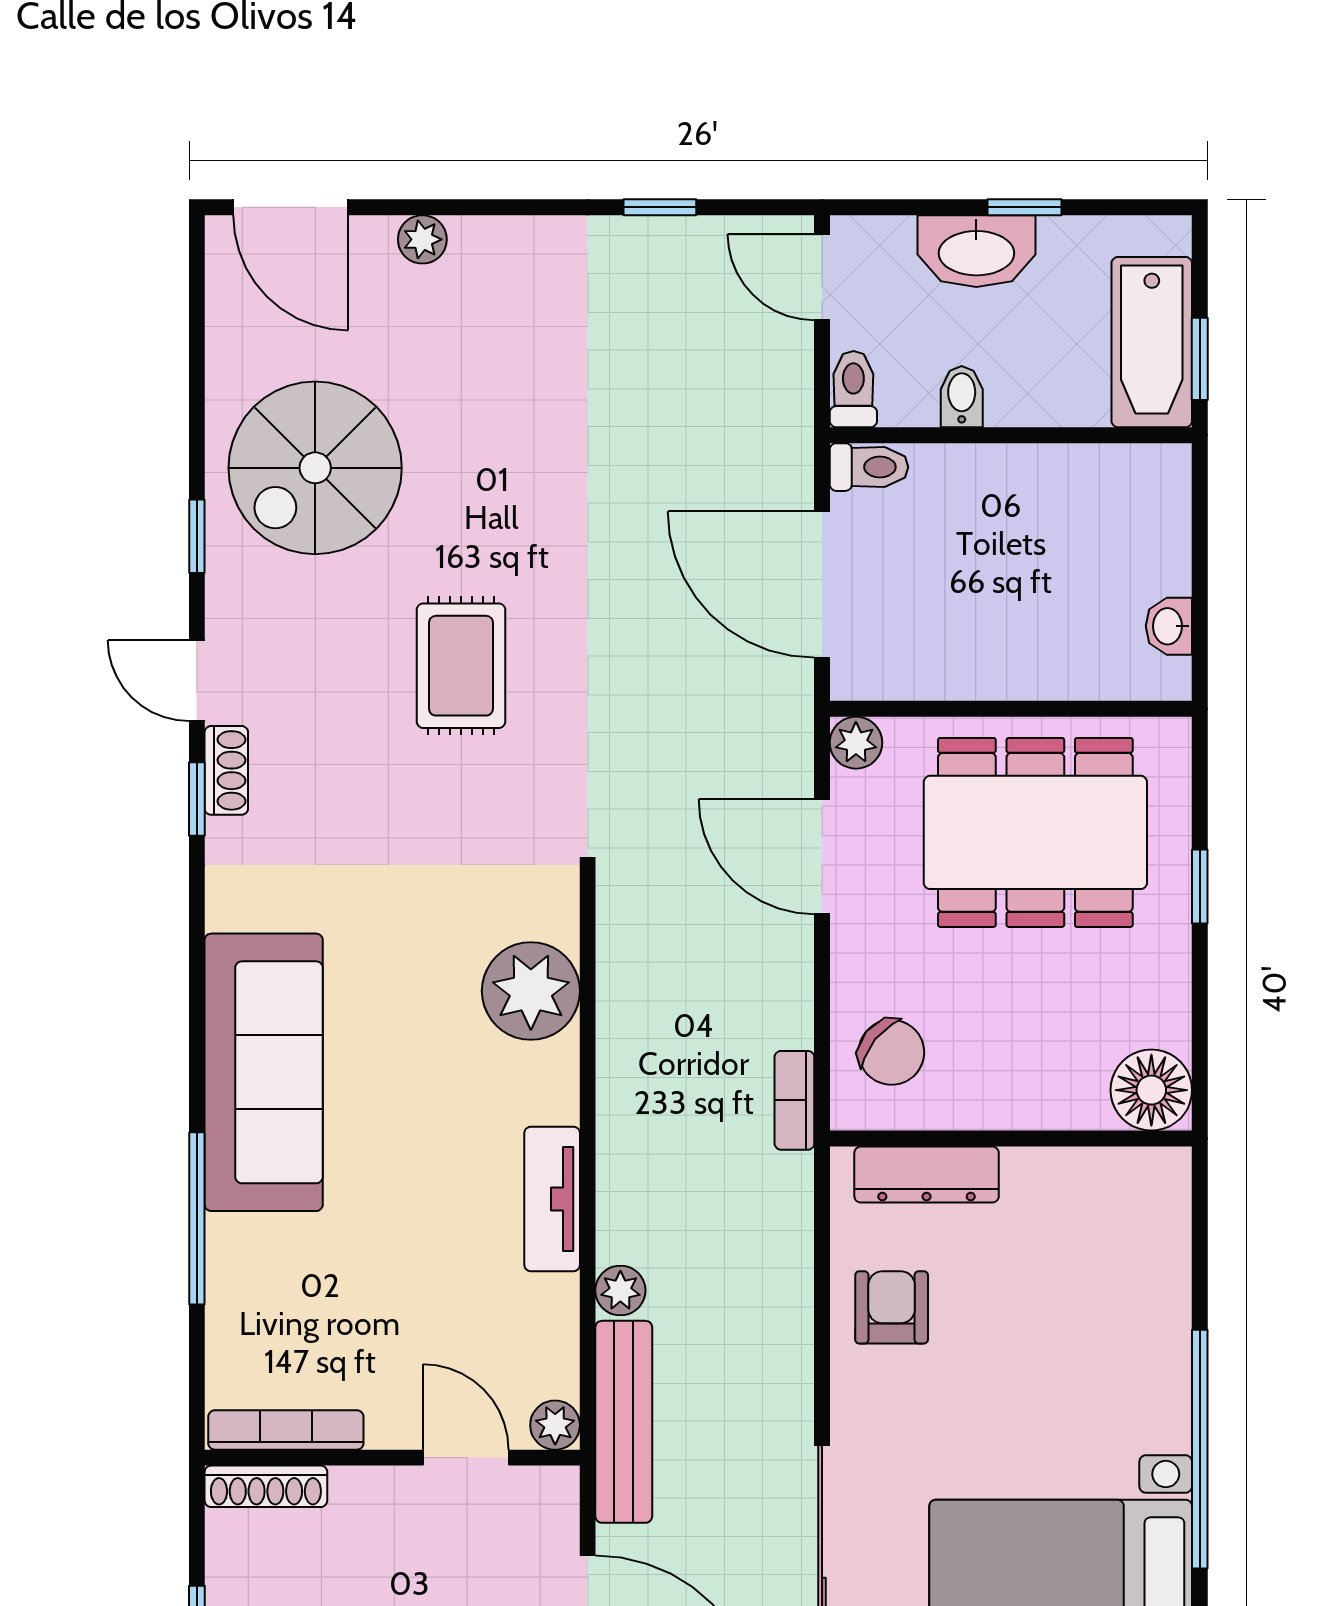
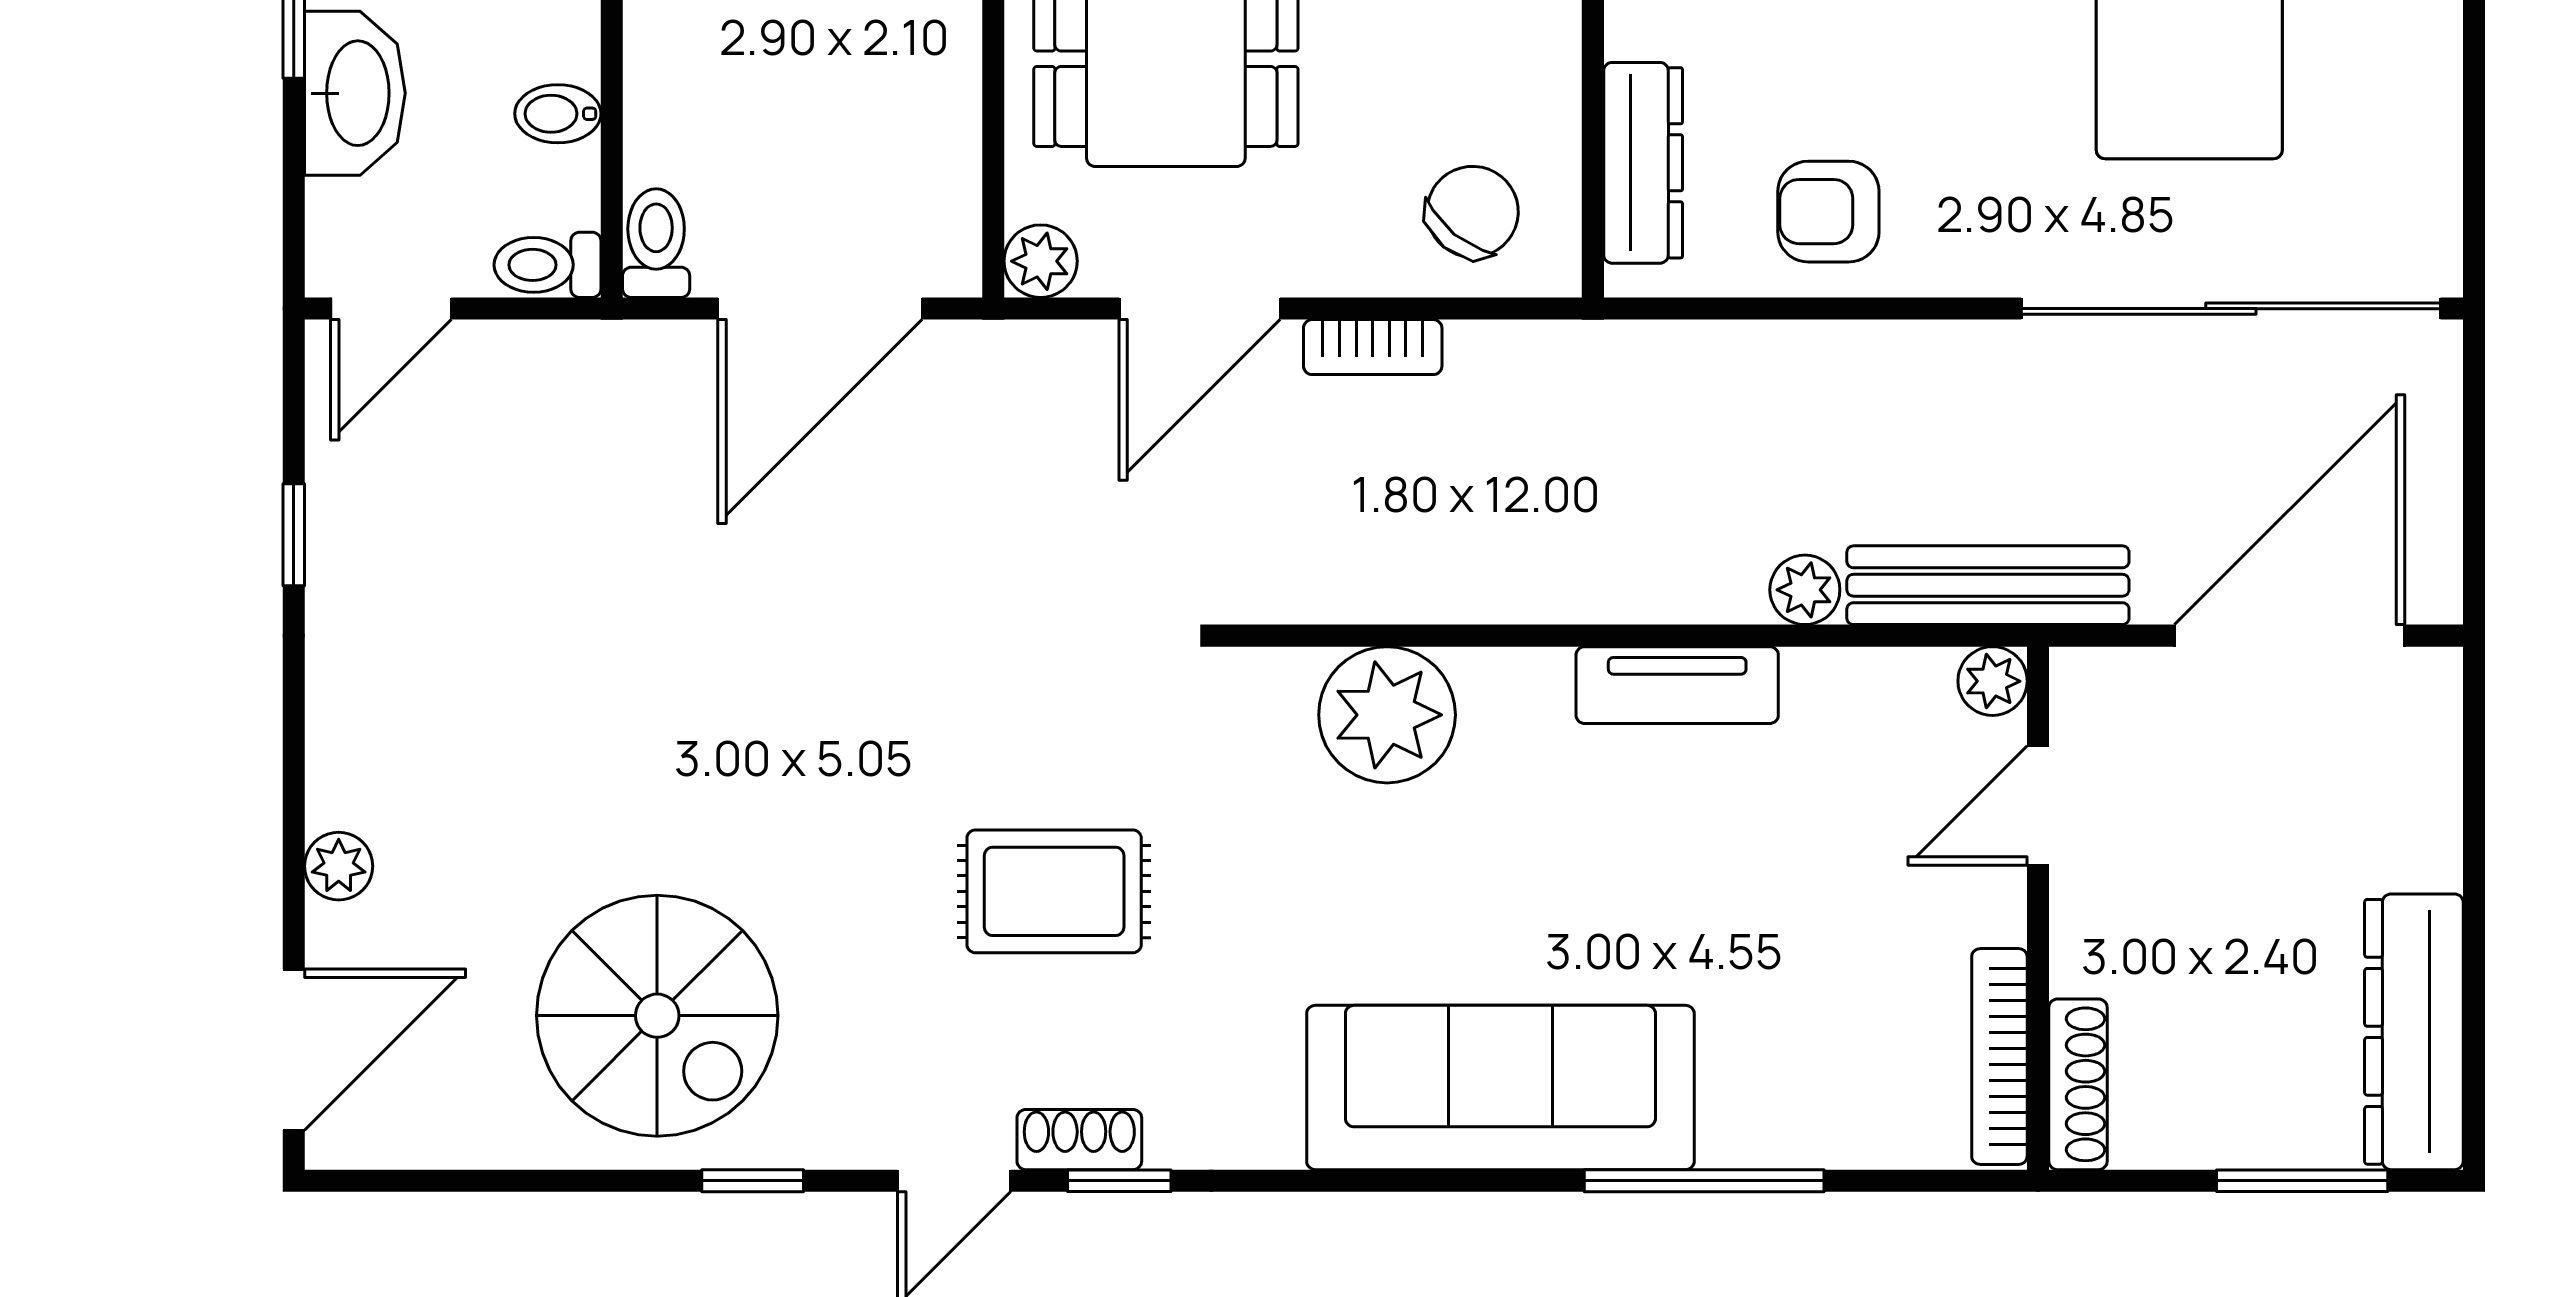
rug: (461, 666) -> (1054, 891), moved
bookcase: (794, 1100) -> (1373, 347), moved

